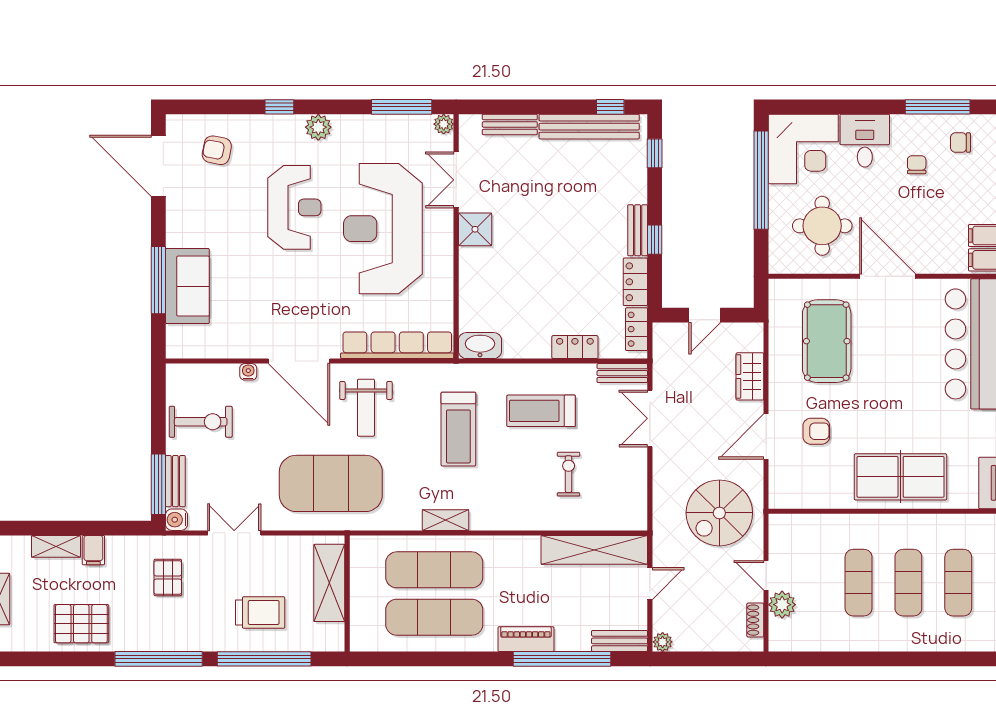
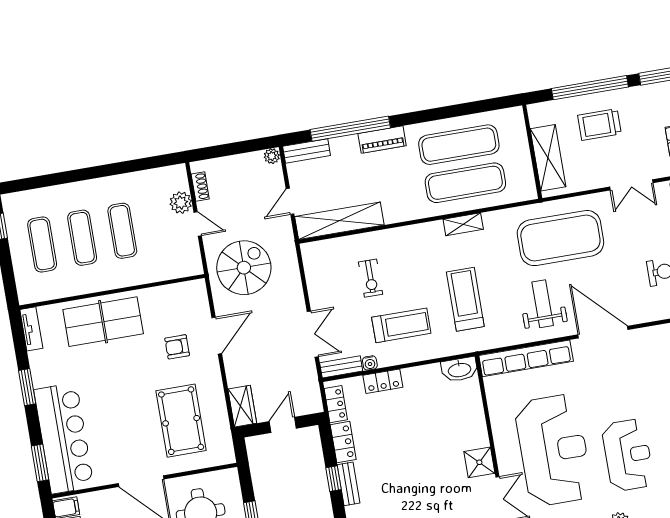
reception desk: (294, 207) -> (628, 455), turned 180
water cooler: (248, 372) -> (370, 363), moved
wardrobe: (750, 376) -> (242, 406), moved

